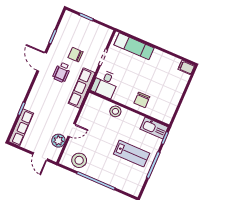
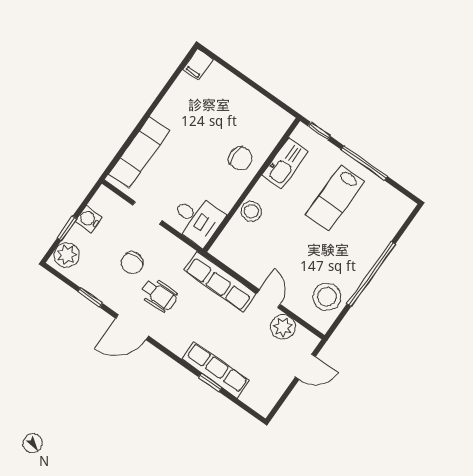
plant: (72, 20) -> (67, 255), added
water cooler: (94, 27) -> (89, 219), added
row of seats: (82, 88) -> (220, 282), moved
row of seats: (21, 127) -> (216, 370), moved
kitchen sink: (154, 128) -> (285, 163), moved
lab bench: (132, 154) -> (335, 198), turned 180

